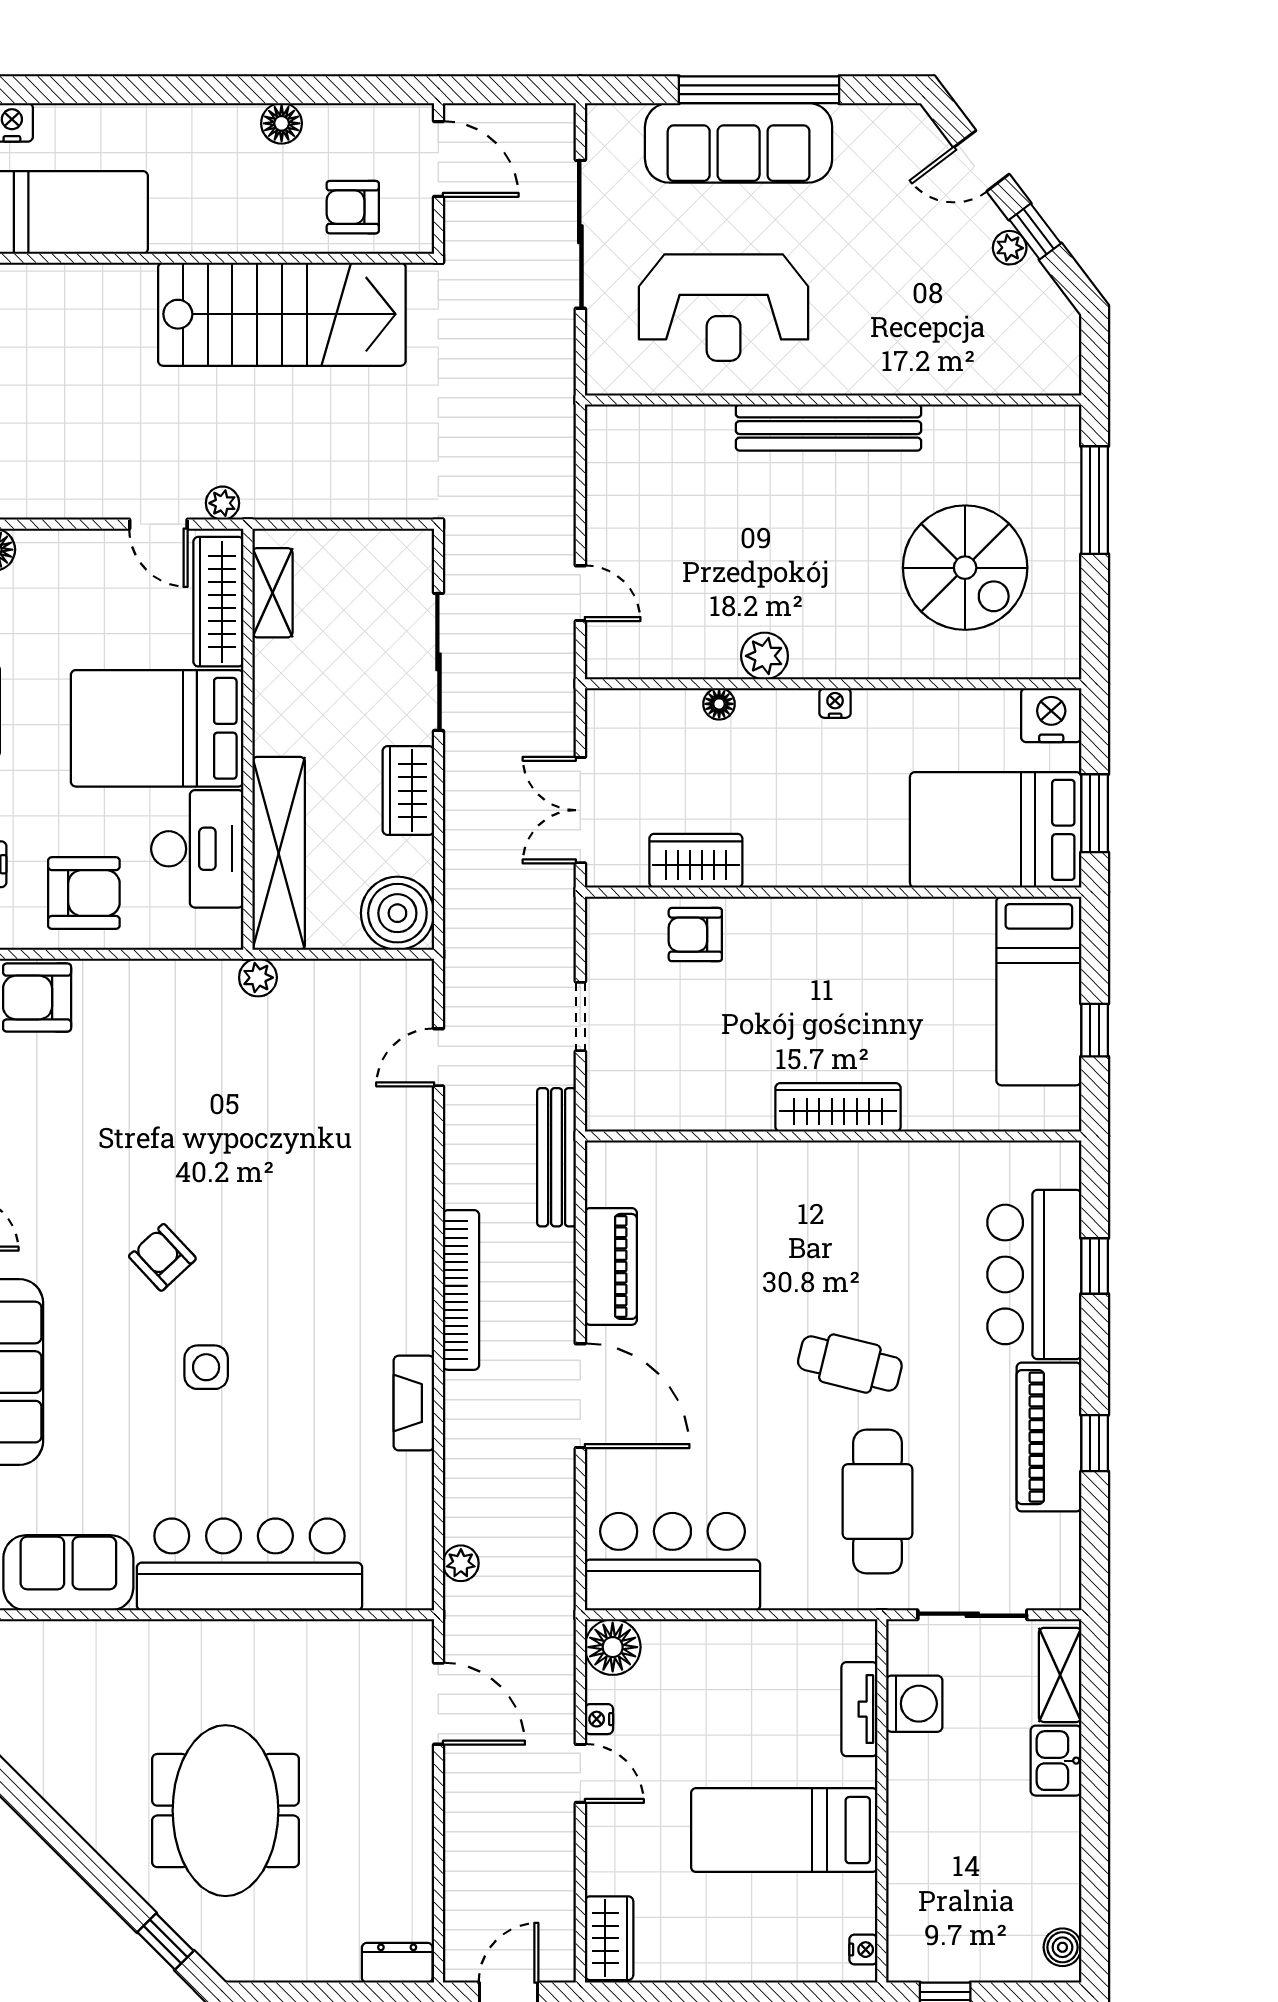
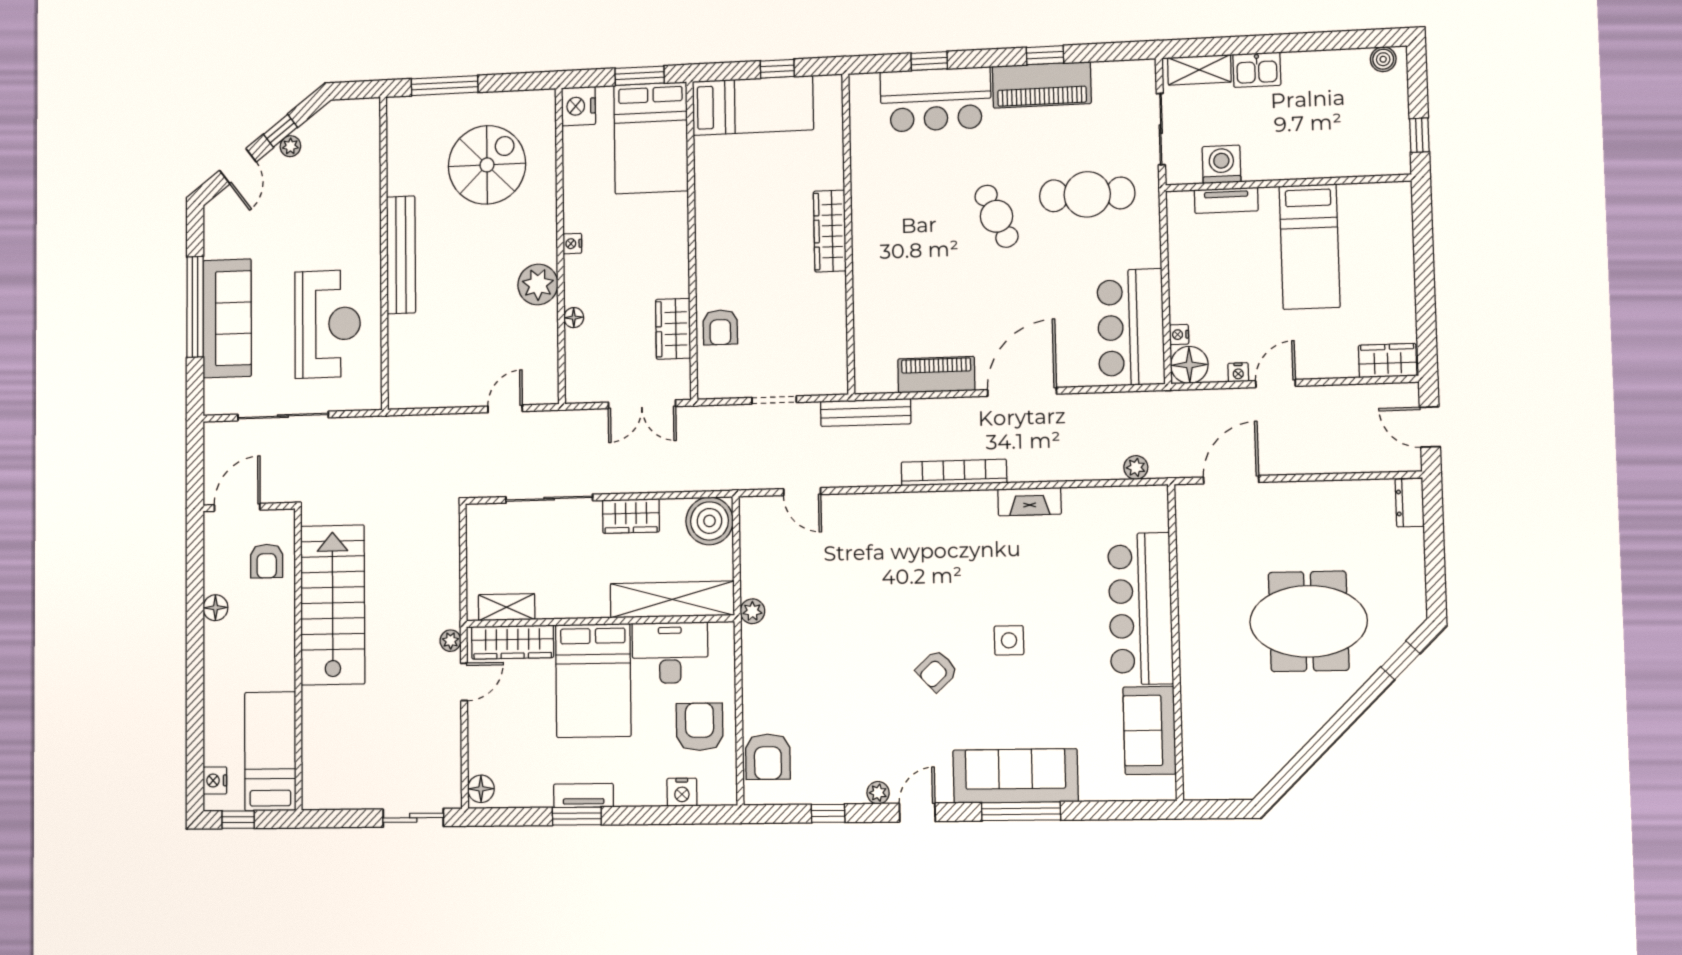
plant: (765, 656) -> (538, 284), width x1.36, depth x1.36
cafe table: (850, 1364) -> (997, 216), turned -39
nightstand: (863, 1950) -> (1179, 335), moved, turned -90

